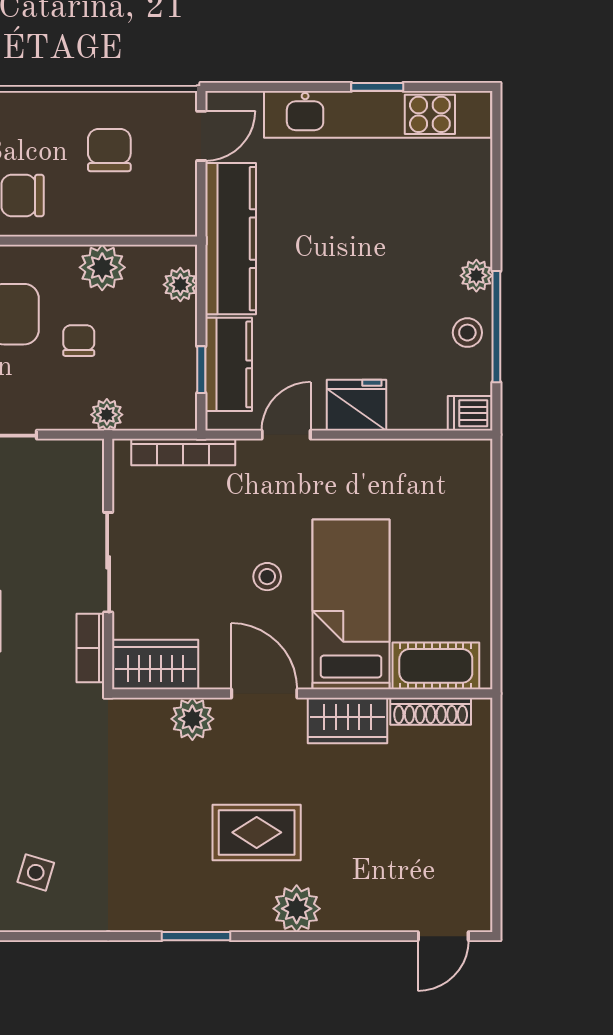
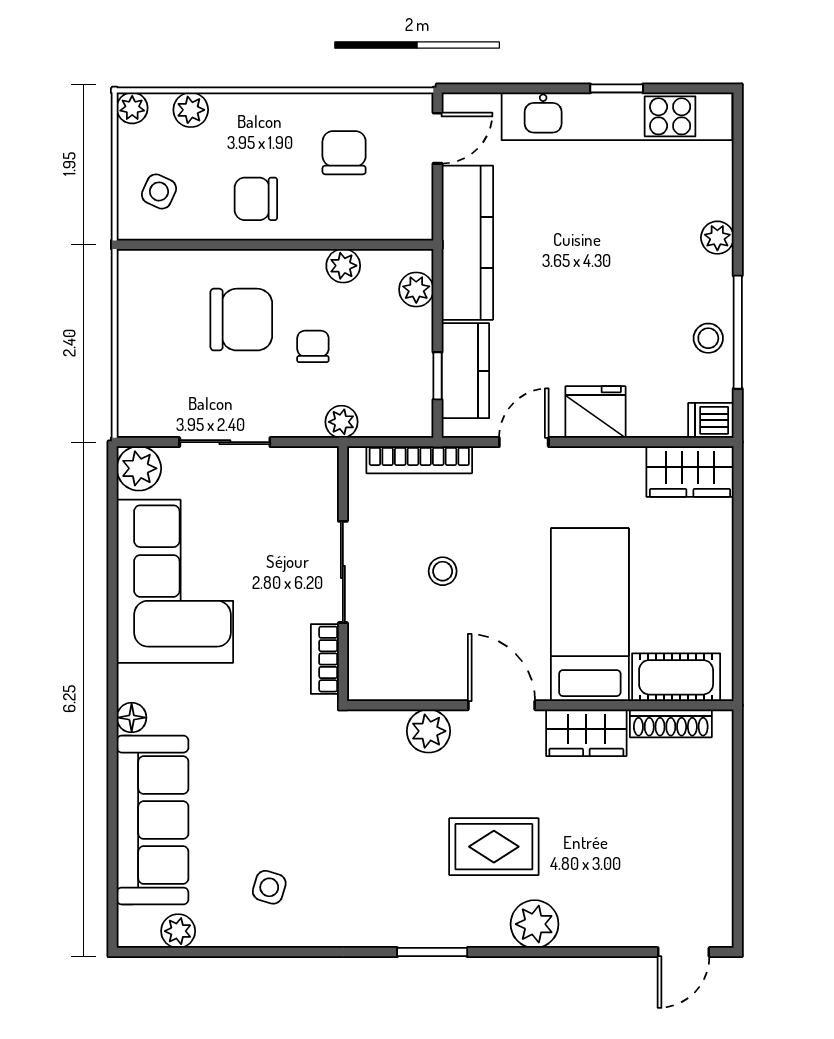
plant: (102, 267) -> (343, 266), width x0.73, depth x0.73
plant: (476, 276) -> (717, 238), moved
stool: (267, 577) -> (443, 571), moved
wardrobe: (155, 665) -> (690, 472), moved, turned 180

